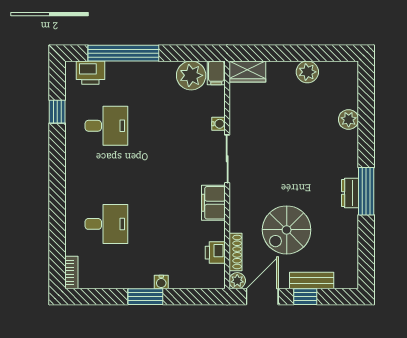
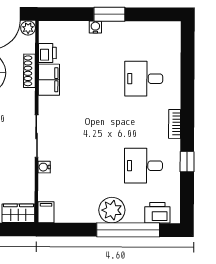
plant: (191, 75) -> (112, 210), moved
window: (57, 112) -> (187, 162), moved
filing cabinet: (213, 203) -> (49, 80), moved
shoe rack: (236, 252) -> (29, 71), moved
bookcase: (71, 272) -> (175, 124), moved

